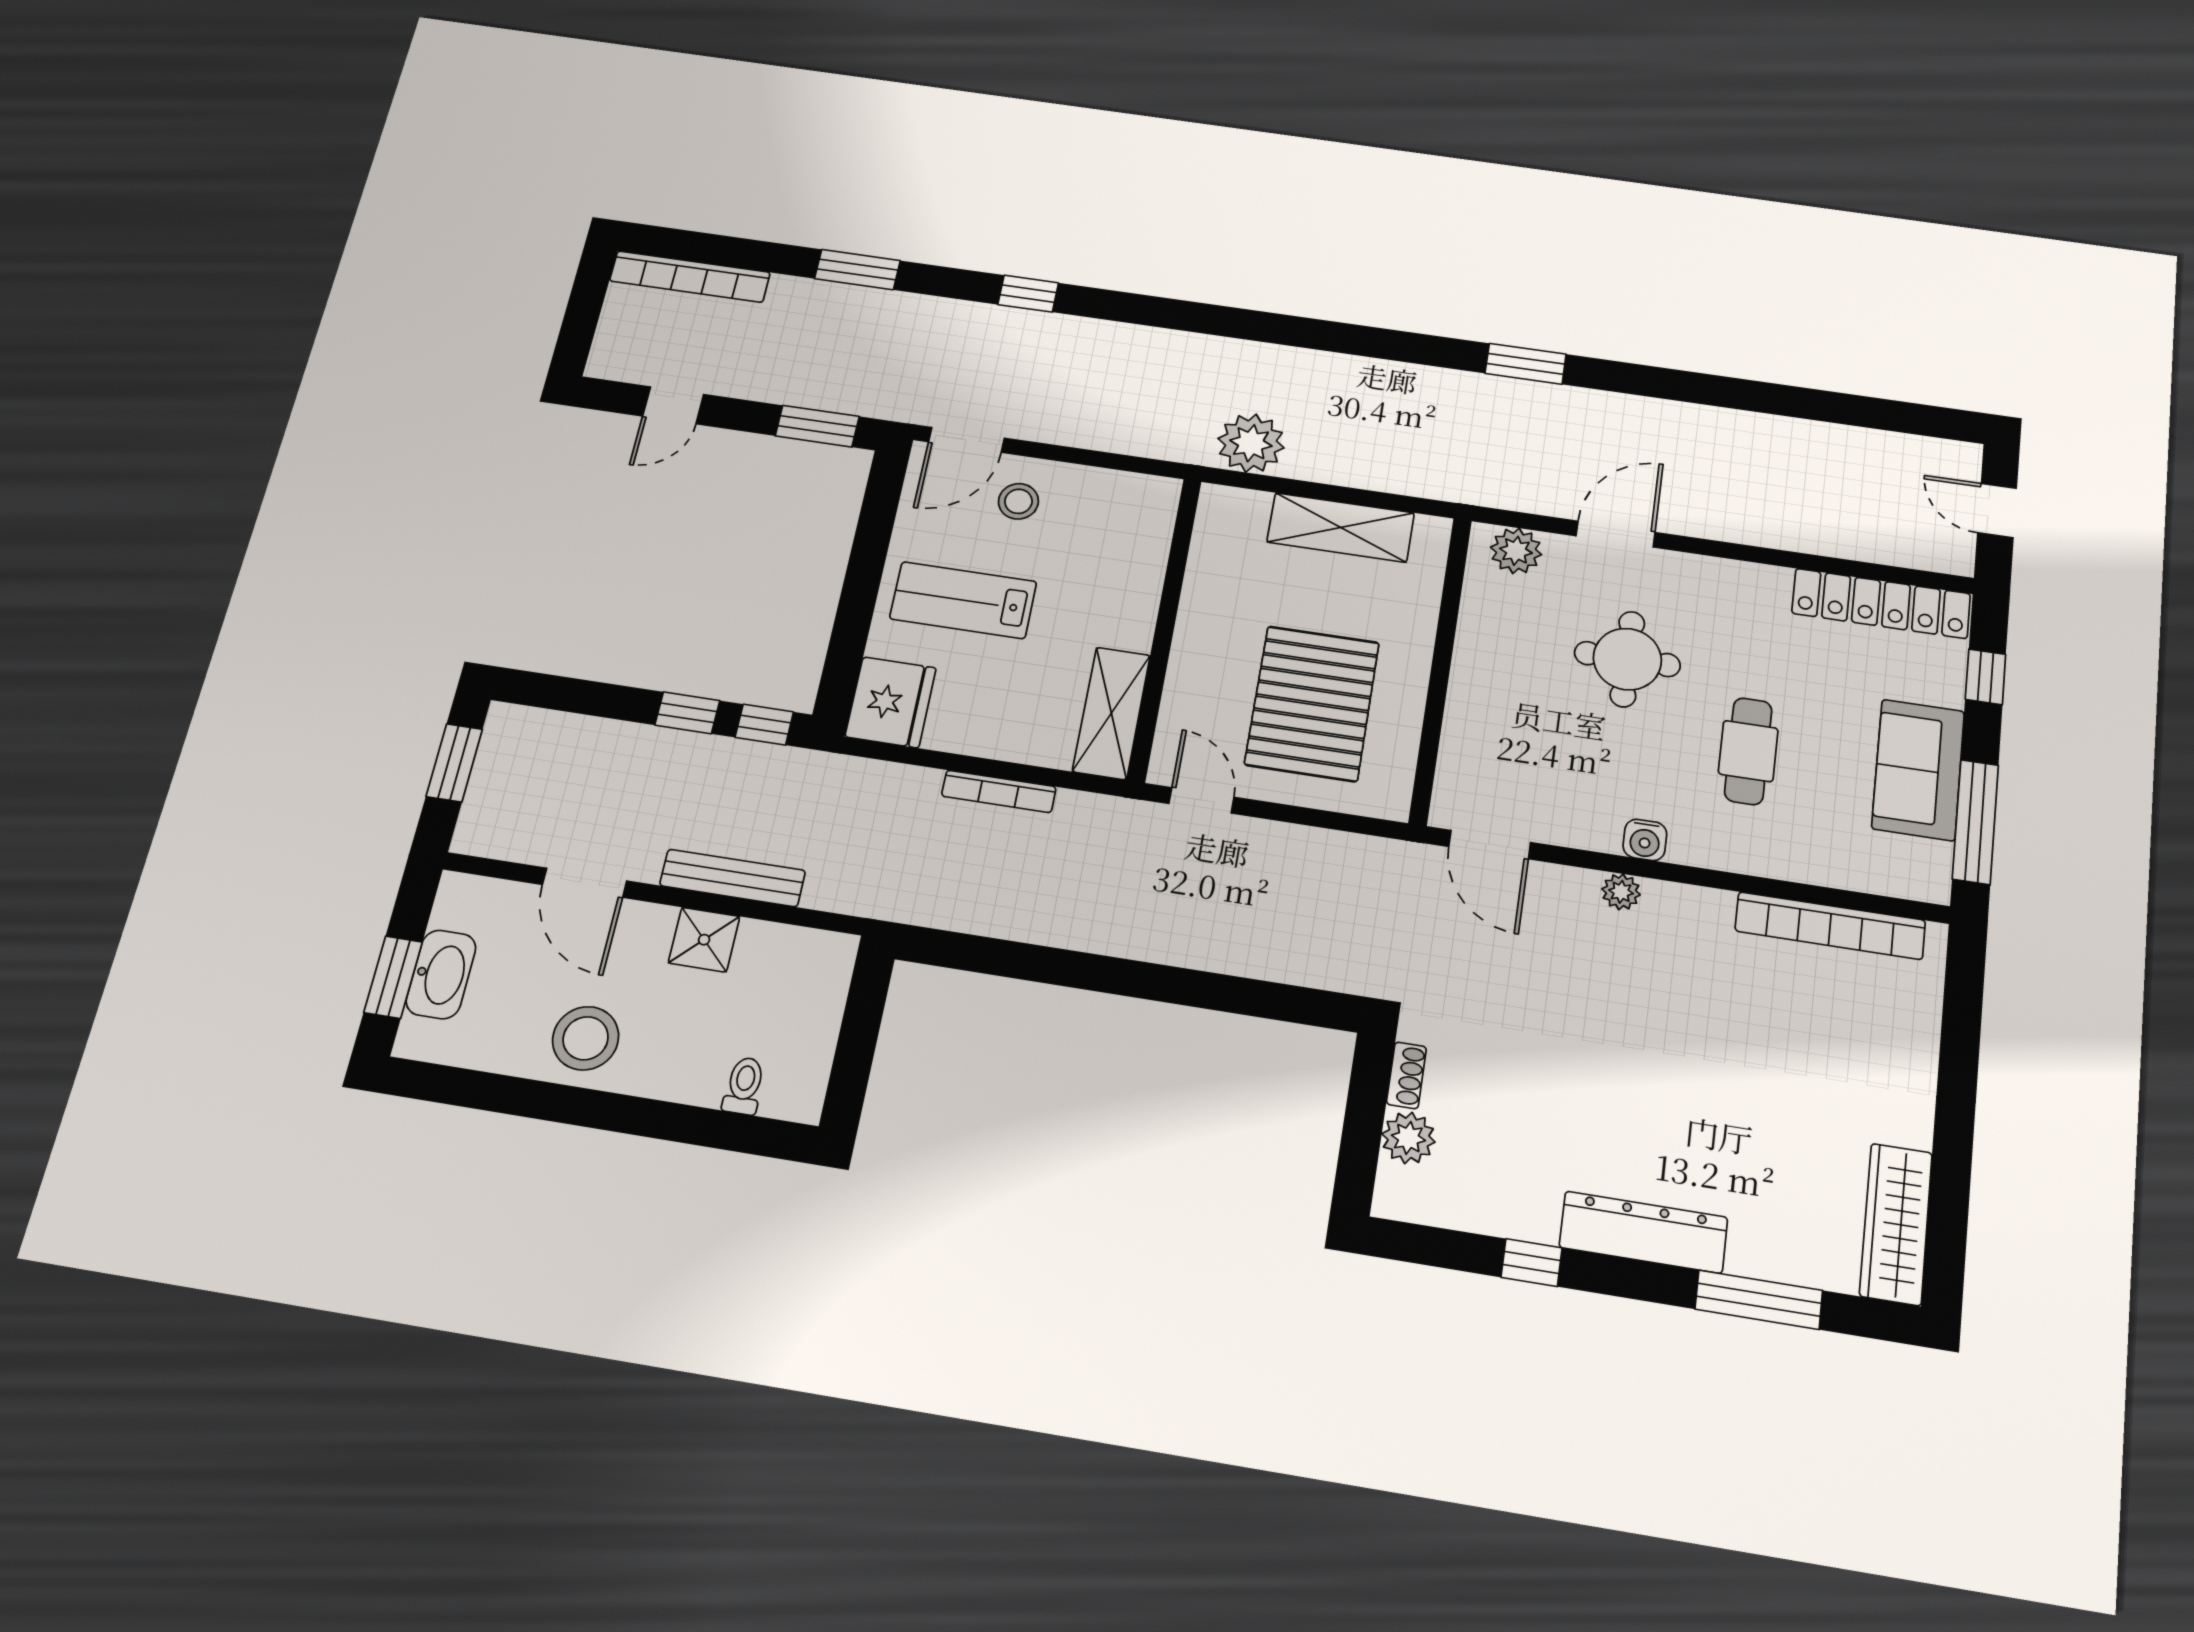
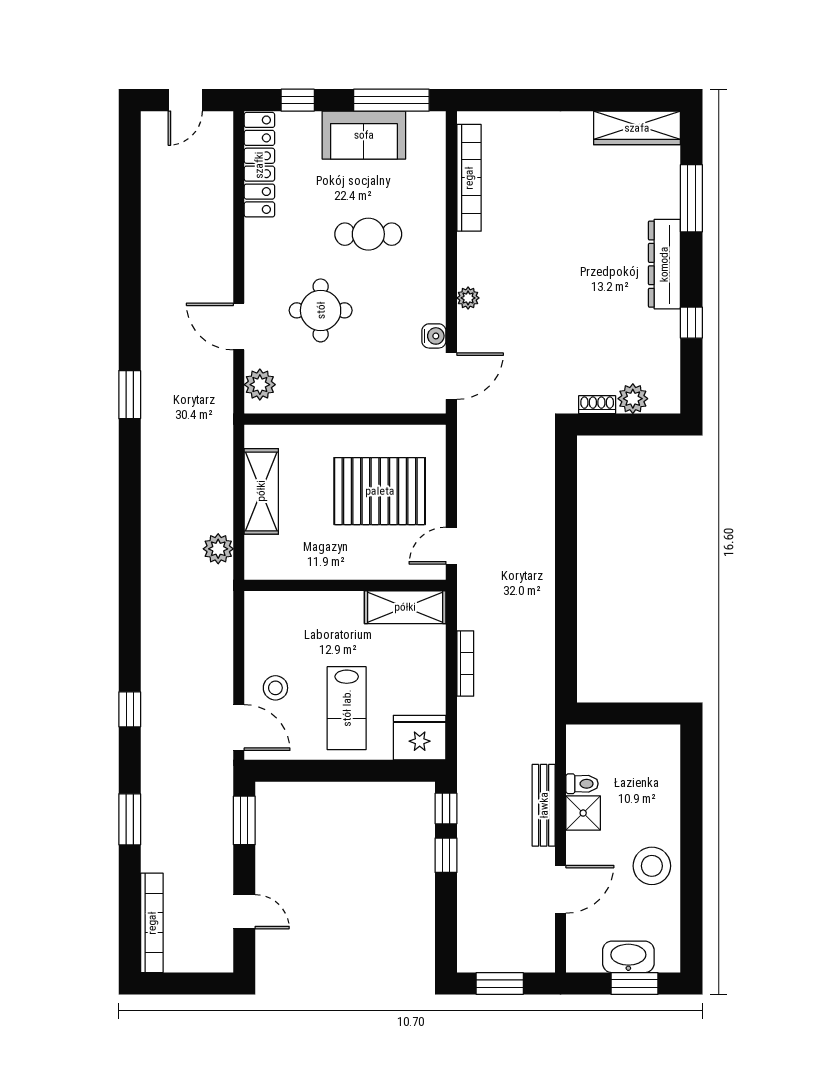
plant: (1251, 443) -> (218, 549), width x0.73, depth x0.73
water cooler: (1645, 840) -> (434, 336), moved
toilet: (744, 1086) -> (582, 784), moved, turned 180

